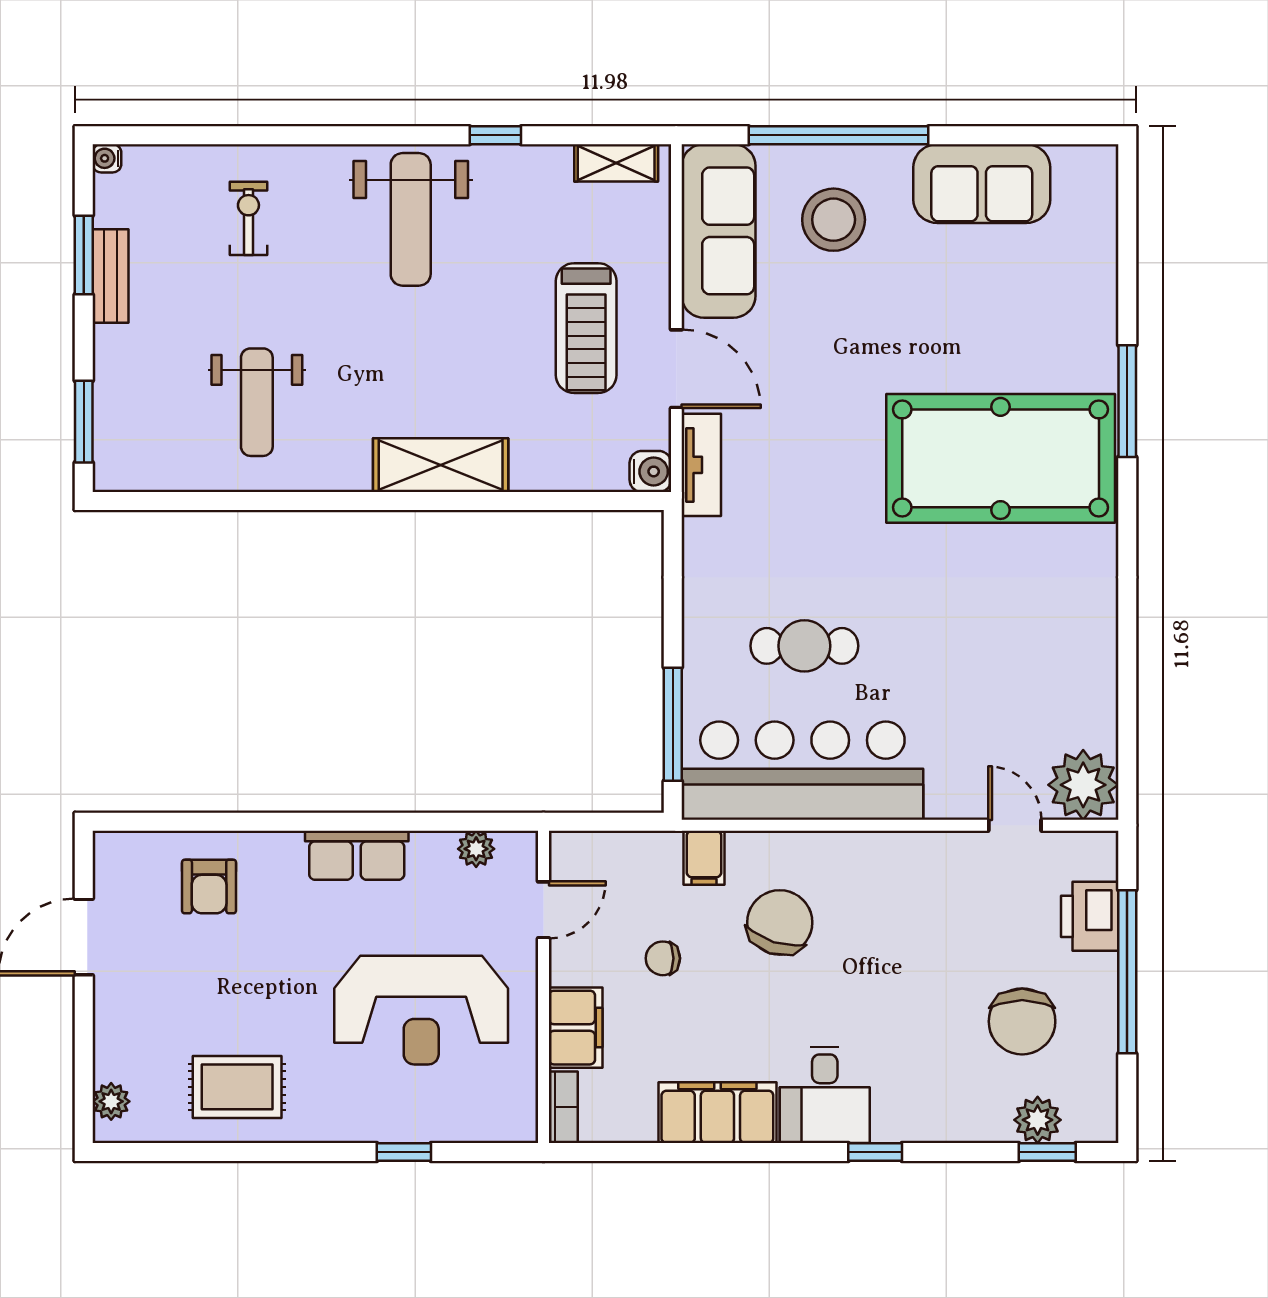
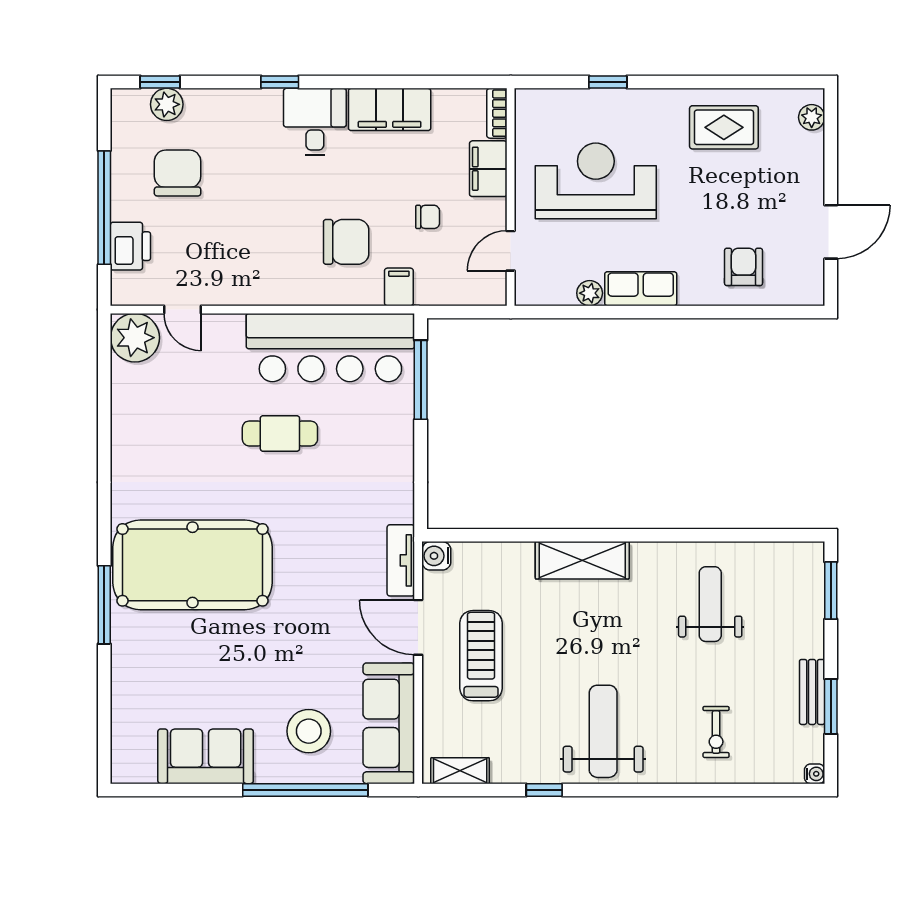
cafe table: (804, 646) -> (280, 433), moved
plant: (476, 849) -> (590, 293), moved
chair: (780, 922) -> (346, 242), turned -108

